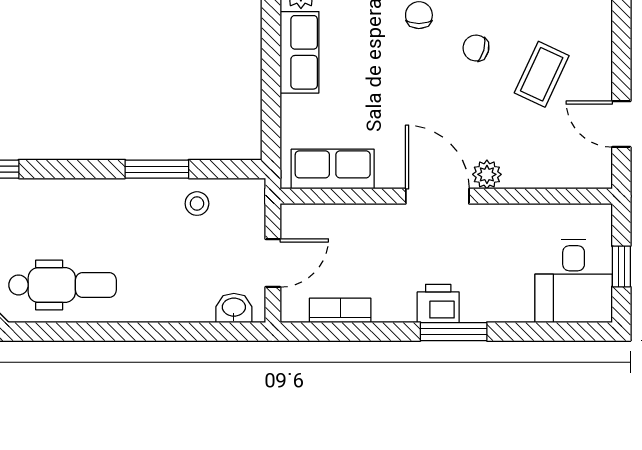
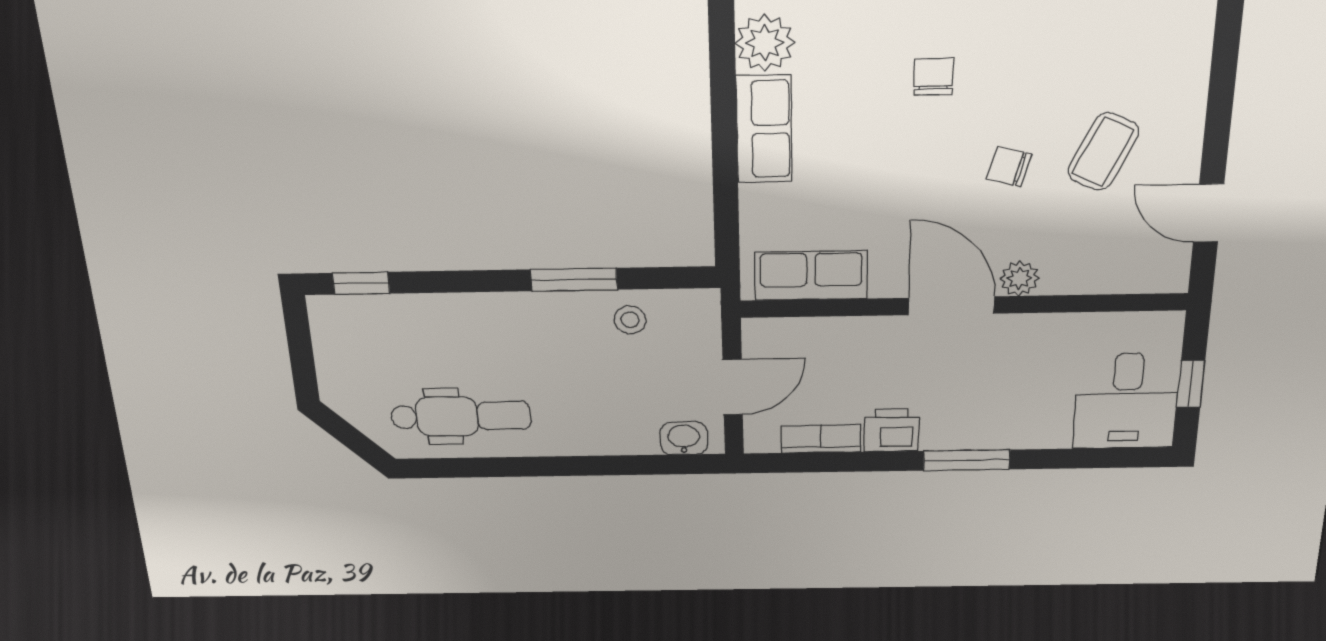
chair: (476, 48) -> (1009, 167), moved
printer: (438, 303) -> (892, 430), moved

